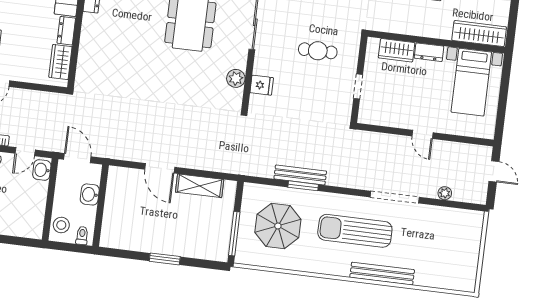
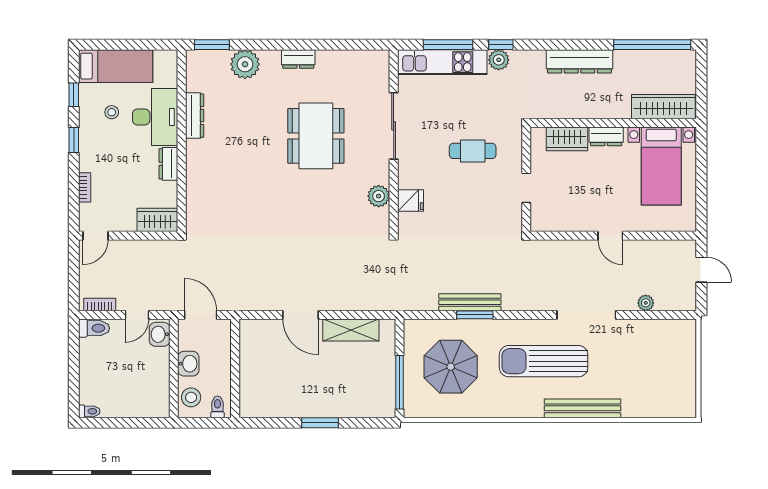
wardrobe: (60, 62) -> (157, 220), moved, turned 90
washbasin: (90, 194) -> (188, 364), moved, turned 180

